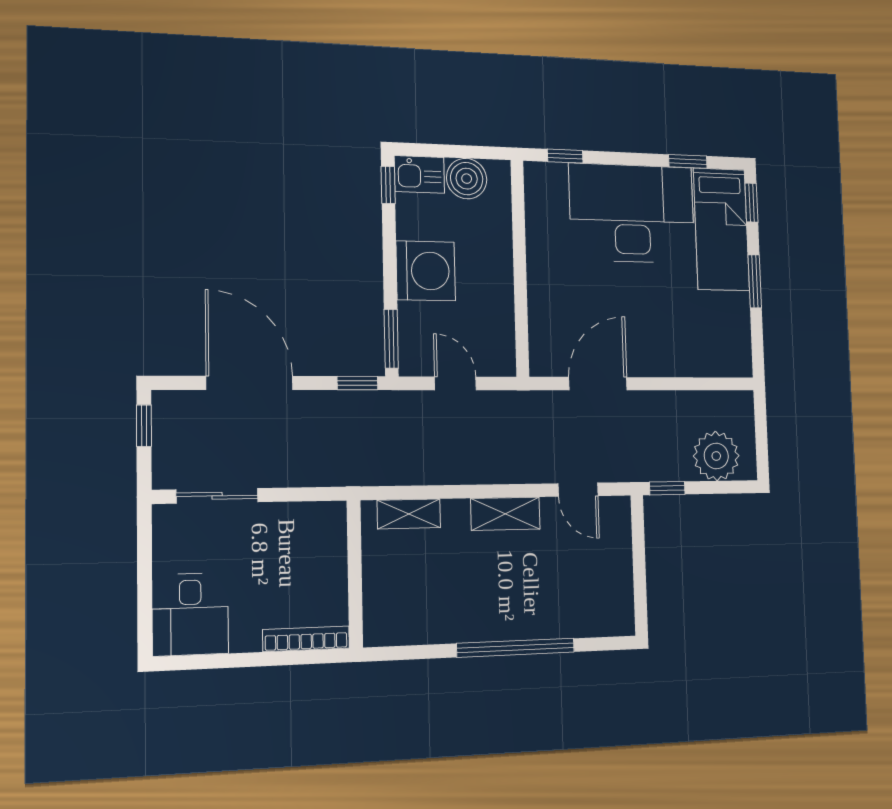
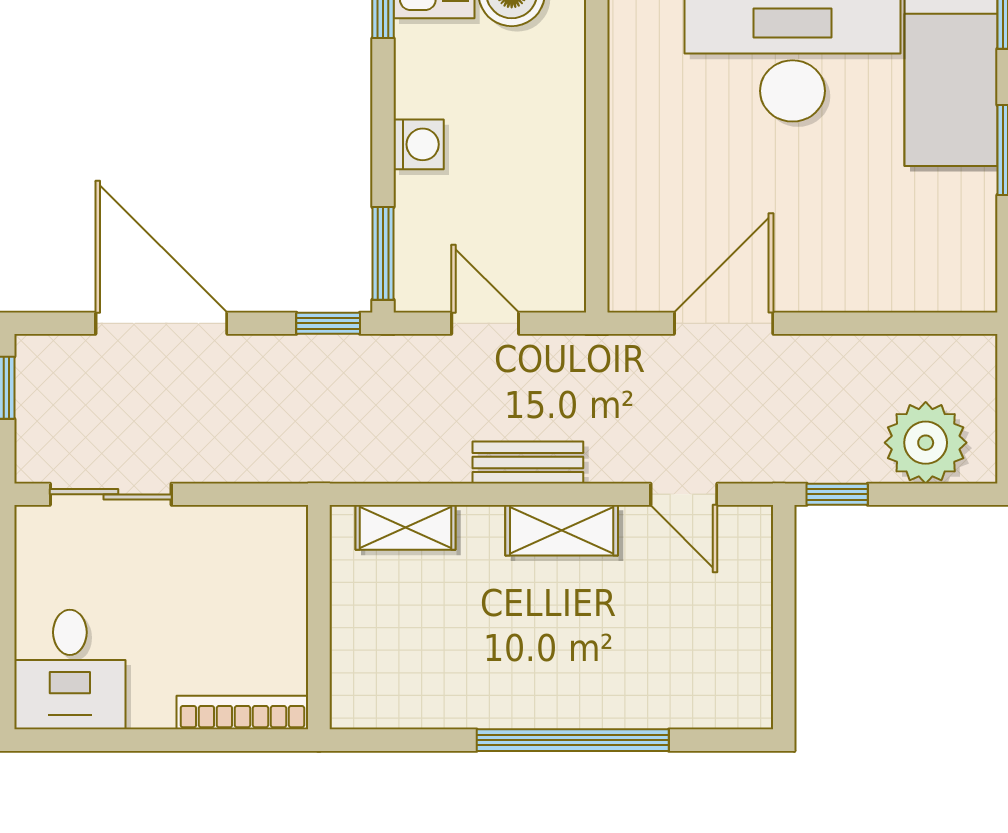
washing machine: (426, 271) -> (419, 144), width x0.53, depth x0.53
bench: (484, 471) -> (528, 462), added

